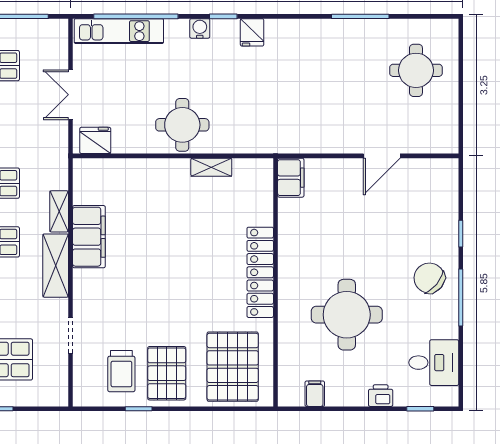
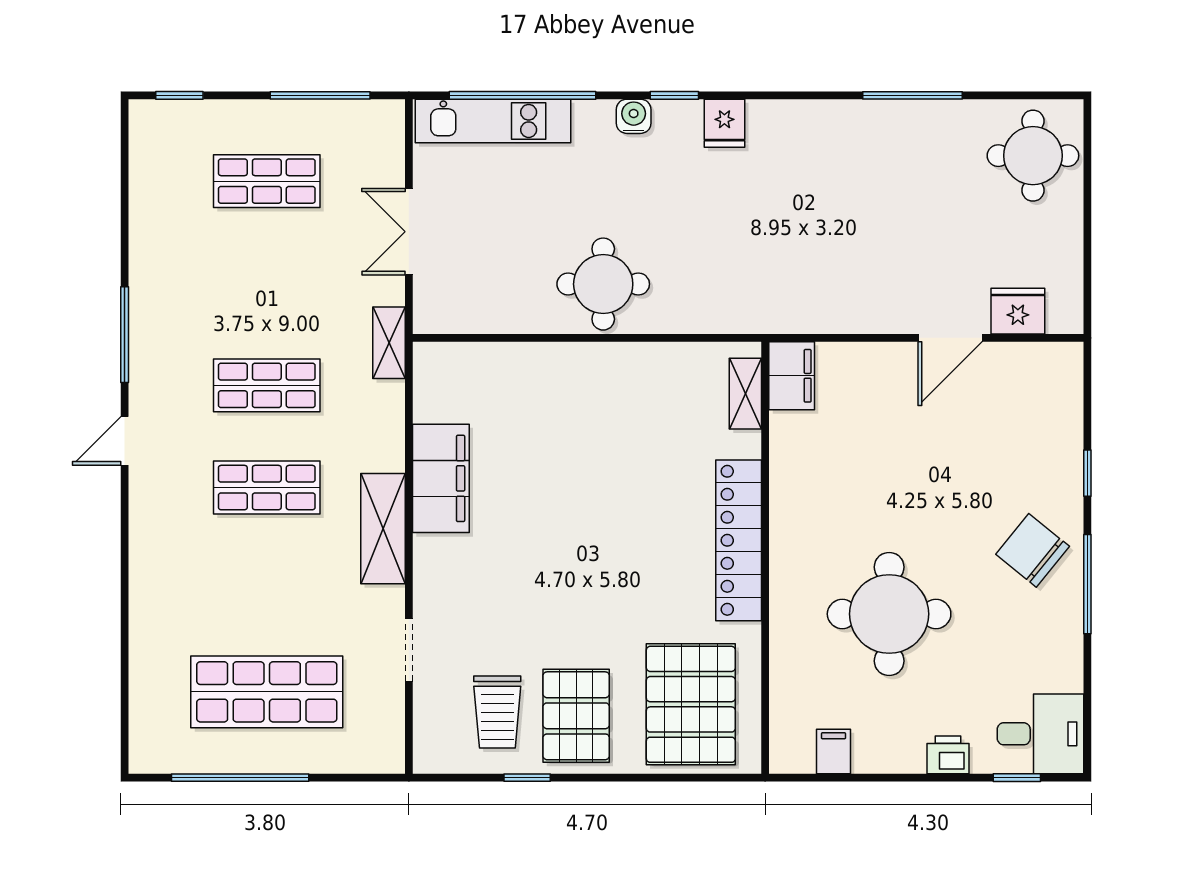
round table: (416, 70) -> (1033, 156), moved
fridge: (95, 140) -> (1018, 311), moved
shelving: (211, 167) -> (745, 394), moved, turned 90
shelving: (59, 211) -> (389, 343), moved
desk: (434, 363) -> (1040, 734), moved

